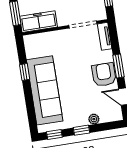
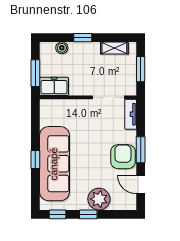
freezer: (38, 22) -> (54, 86), width x0.71
window: (25, 72) -> (35, 160), moved
plant: (94, 119) -> (99, 199), width x1.88, depth x1.88

